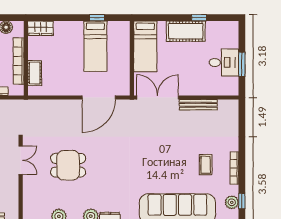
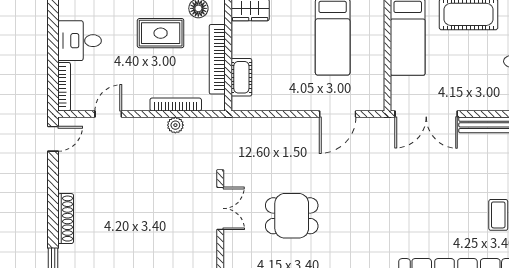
door: (99, 98) -> (338, 114), width x0.73
double door: (158, 98) -> (426, 114), swing flipped

